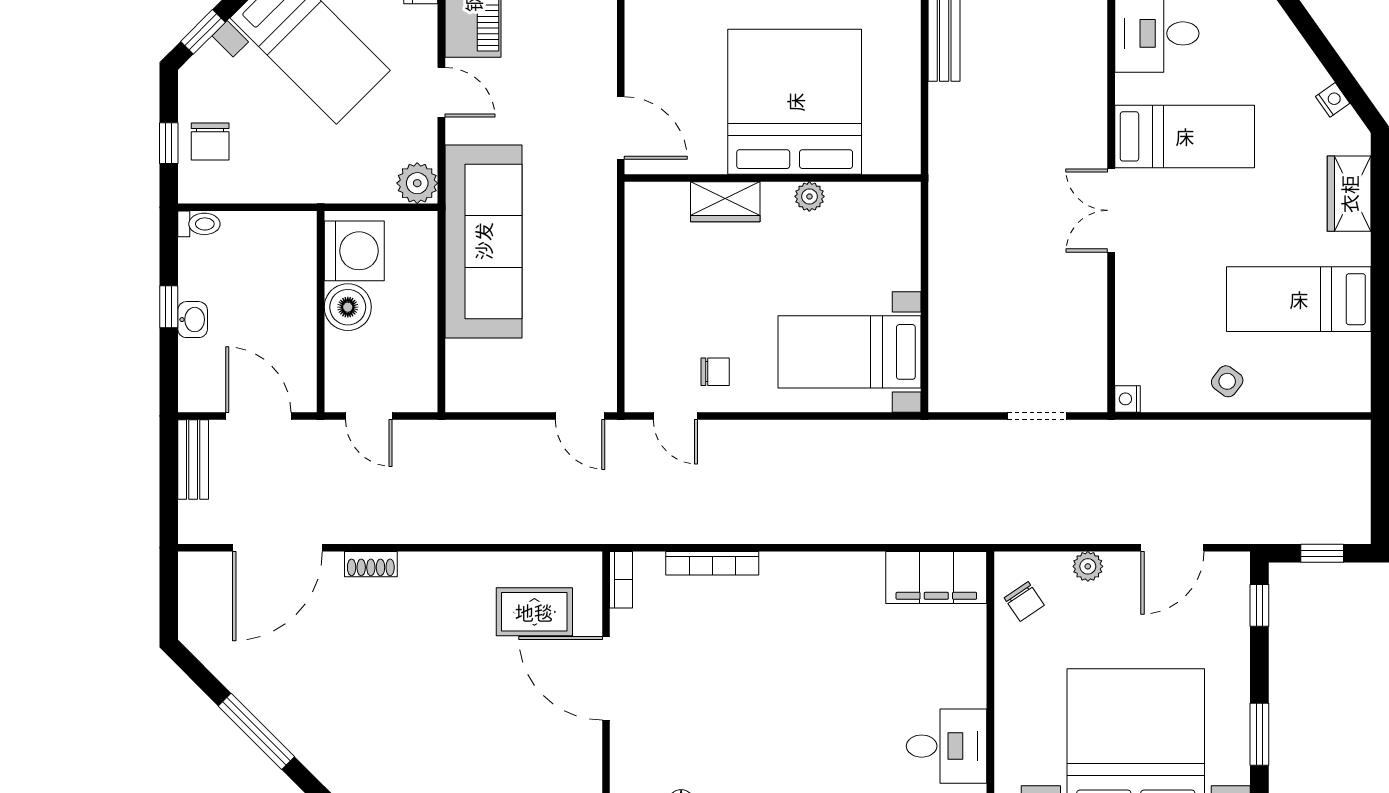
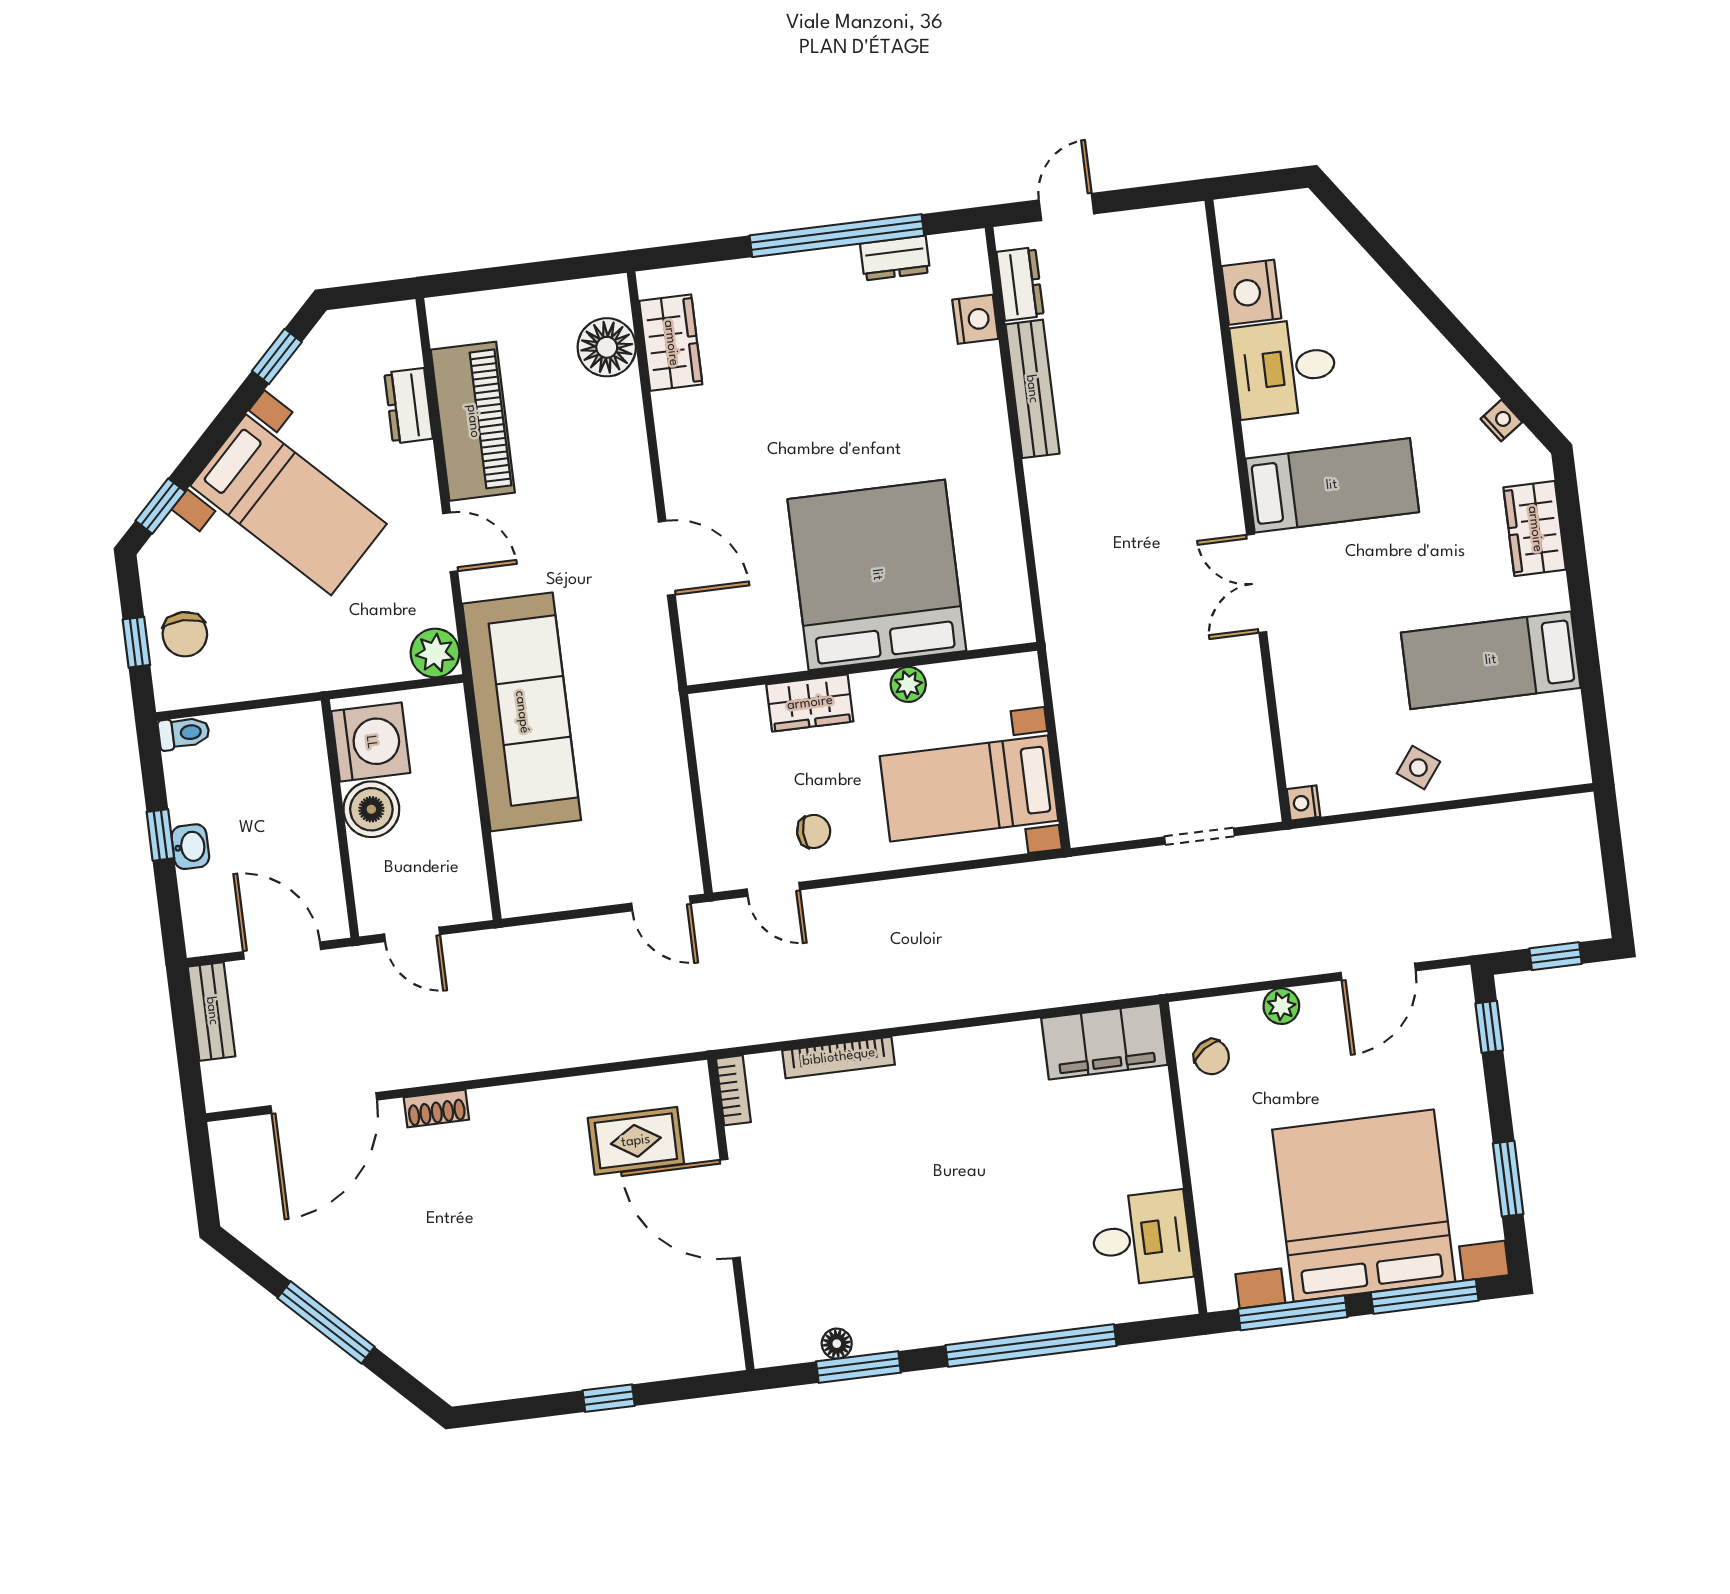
bed: (795, 102) -> (877, 575), moved
wall: (773, 178) -> (862, 668), moved
plant: (809, 196) -> (908, 684), moved
wardrobe: (725, 202) -> (810, 703), moved

